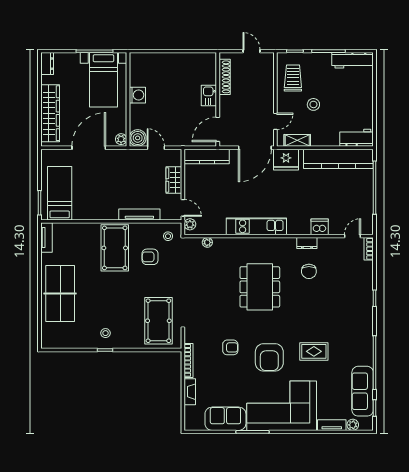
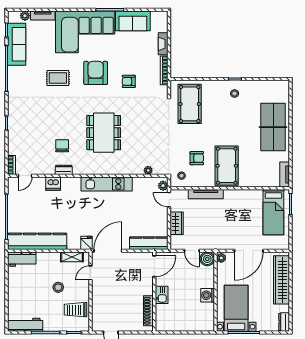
shoe rack: (225, 77) -> (148, 311), moved
trolley: (293, 78) -> (76, 310), turned 90
kitchen sink: (209, 95) -> (162, 295), moved
wall: (218, 99) -> (154, 292), moved
door: (218, 129) -> (154, 266), moved
fridge: (286, 160) -> (86, 243), width x0.53, depth x0.75

